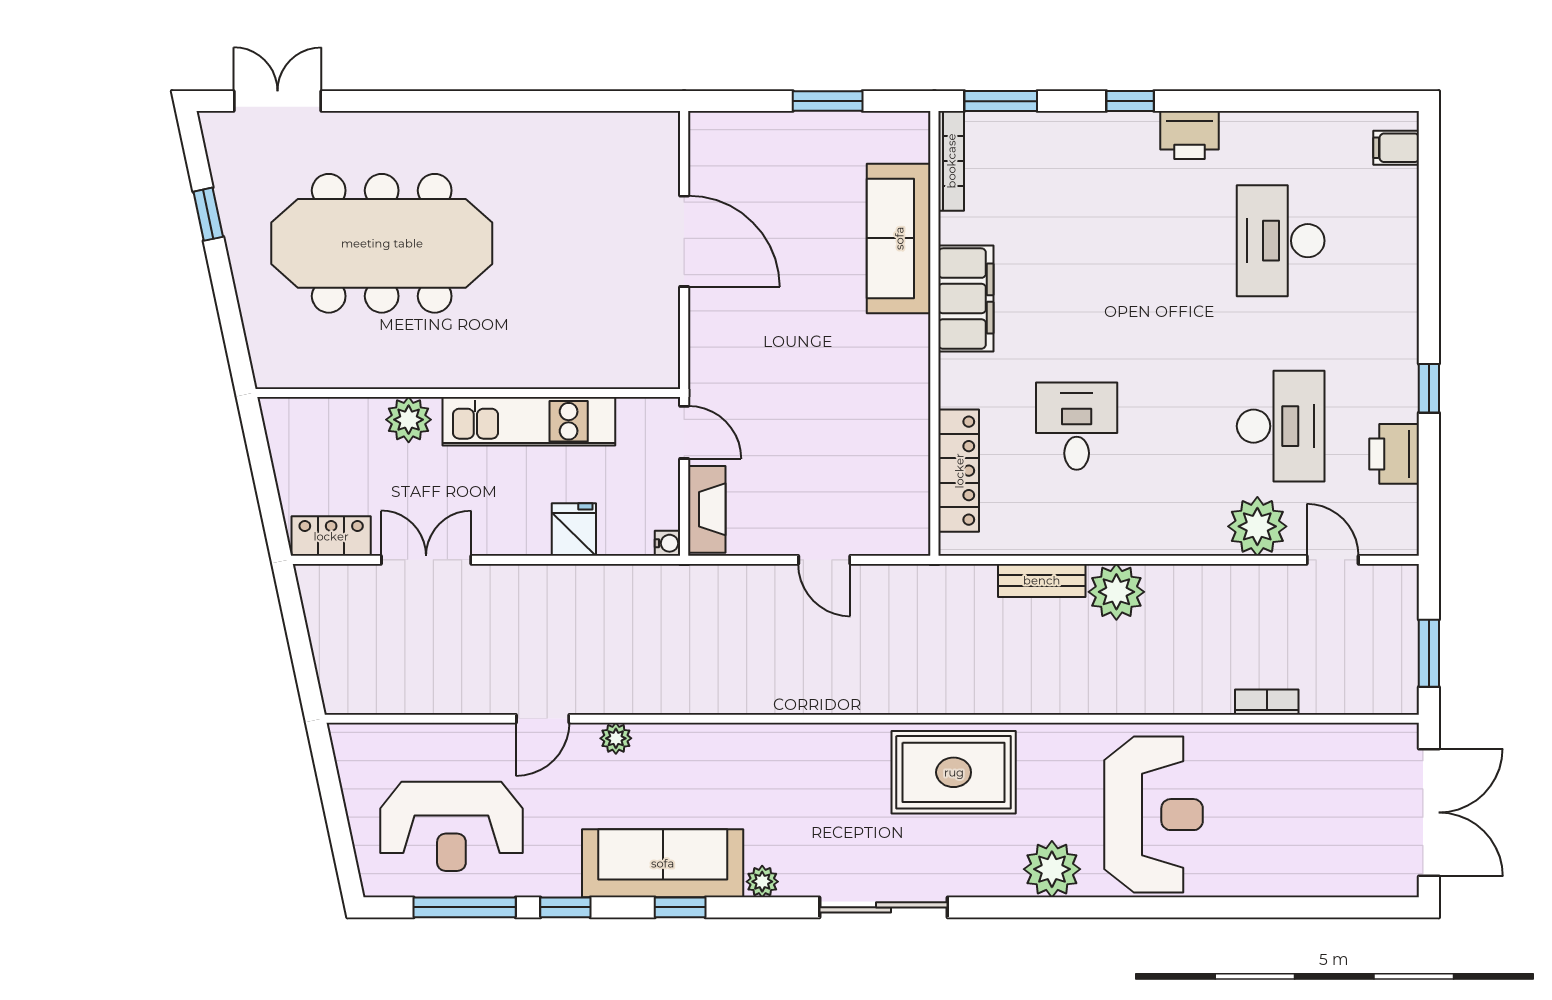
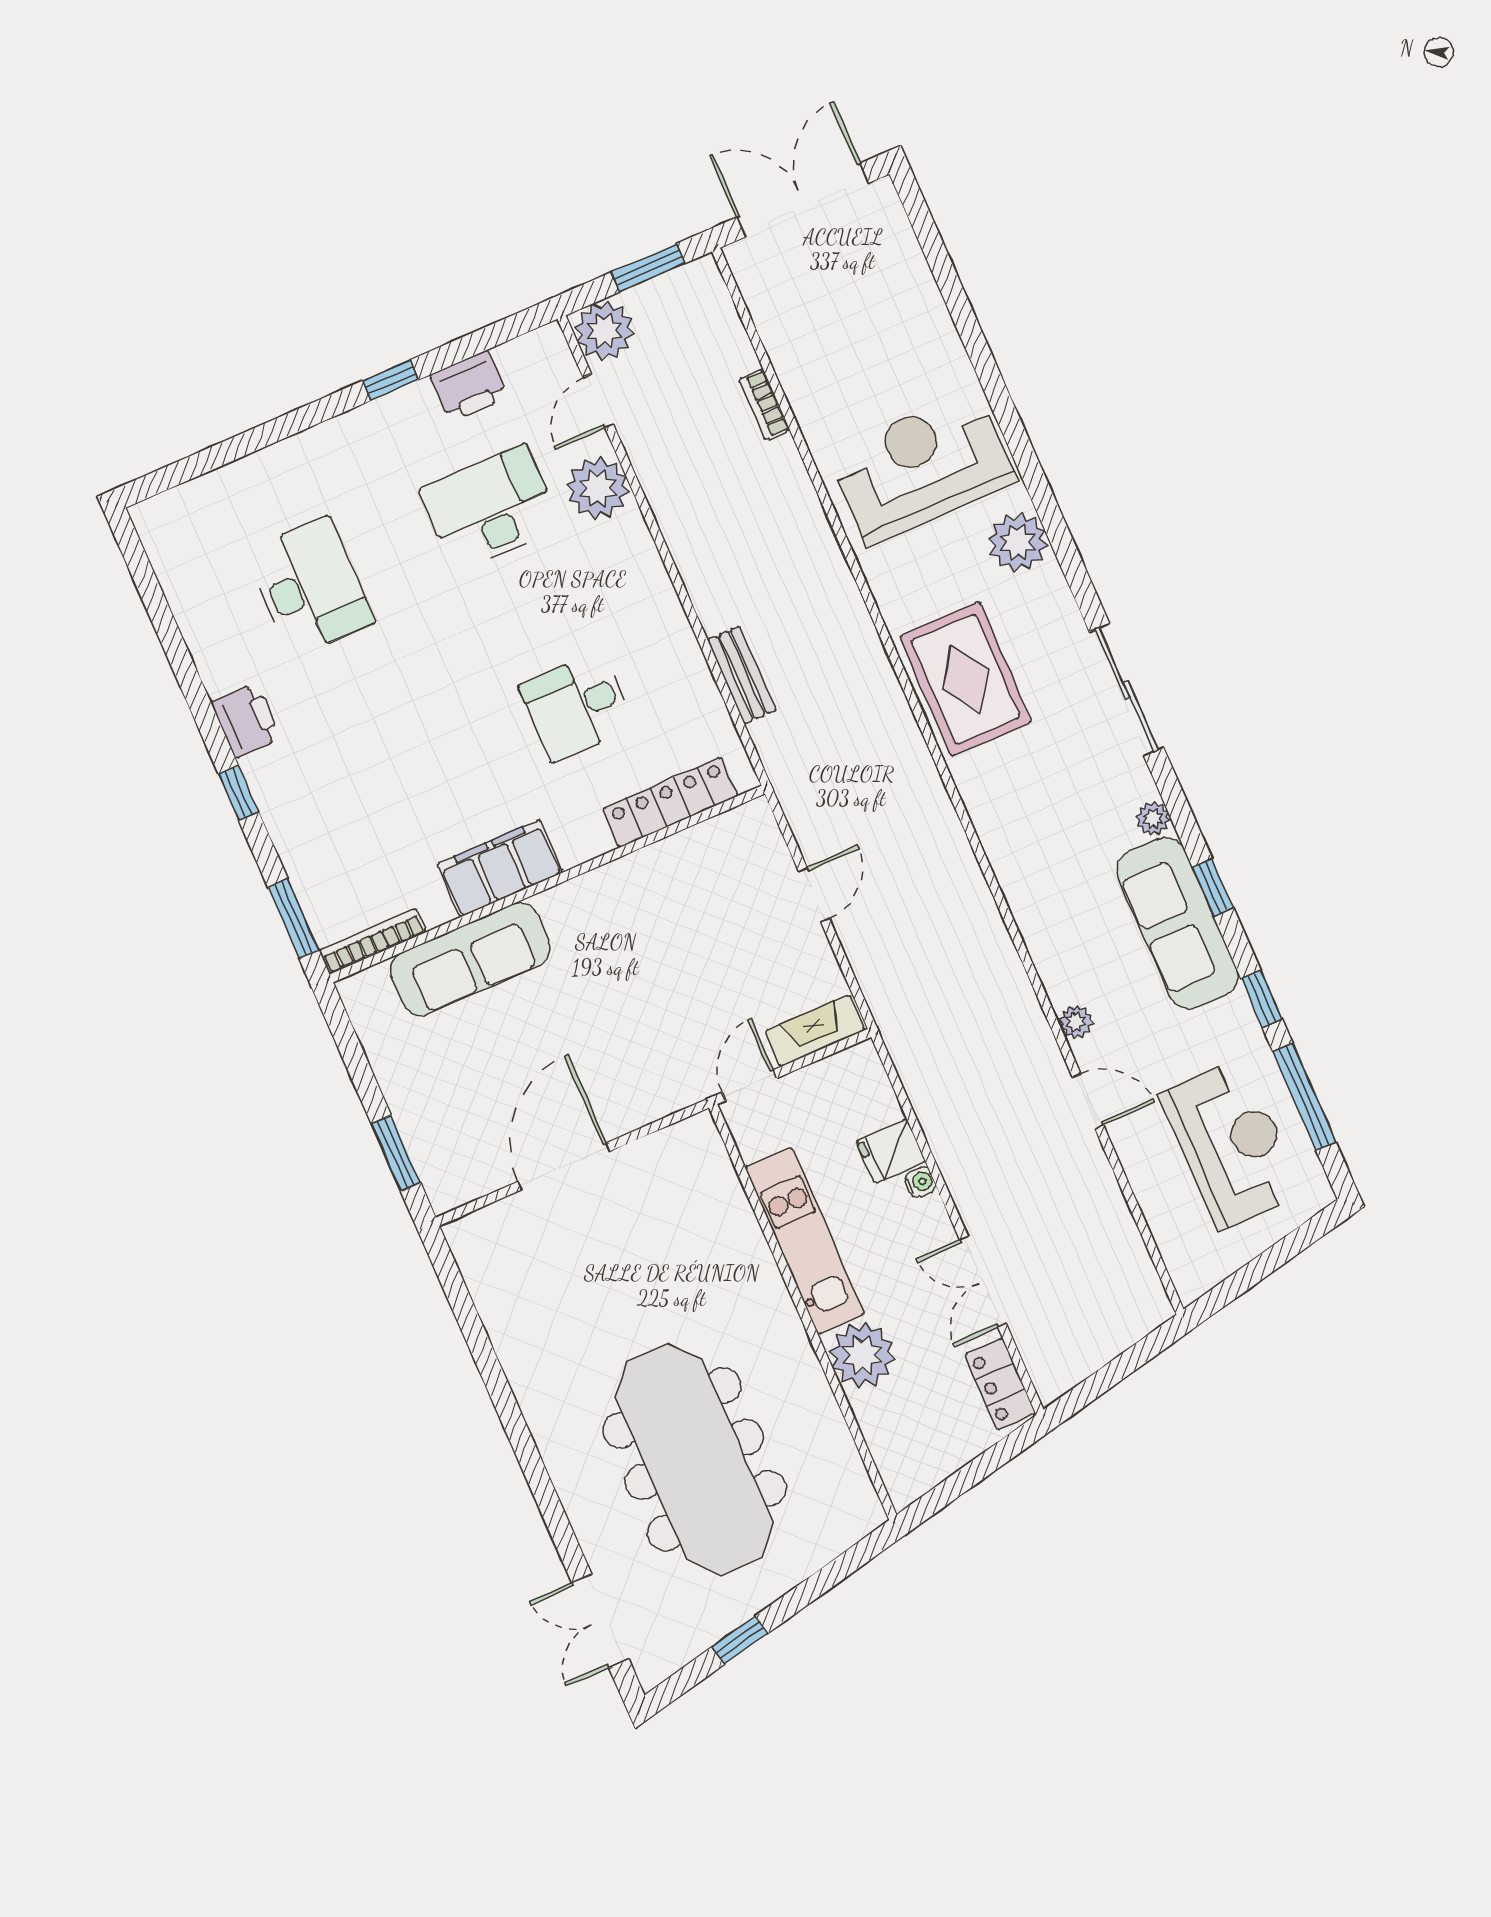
window: (828, 101) -> (396, 1153), moved
filing cabinet: (1396, 148) -> (171, 514), removed
desk: (1281, 241) -> (310, 587), turned -90
plant: (409, 420) -> (862, 1355), width x1.36, depth x1.36
water cooler: (667, 543) -> (920, 1182), moved, turned 90
plant: (1116, 592) -> (604, 331), moved

